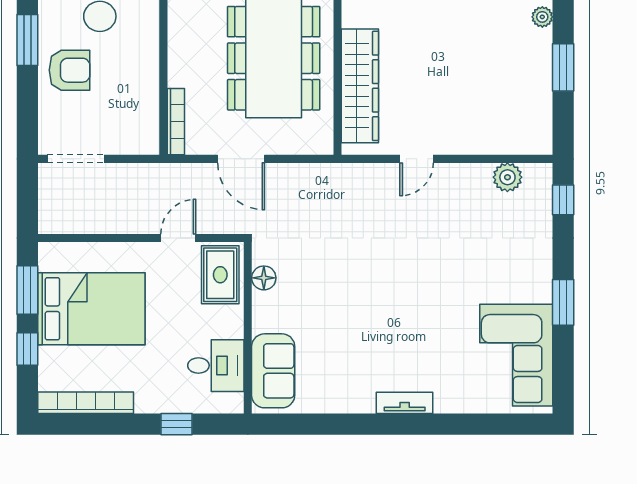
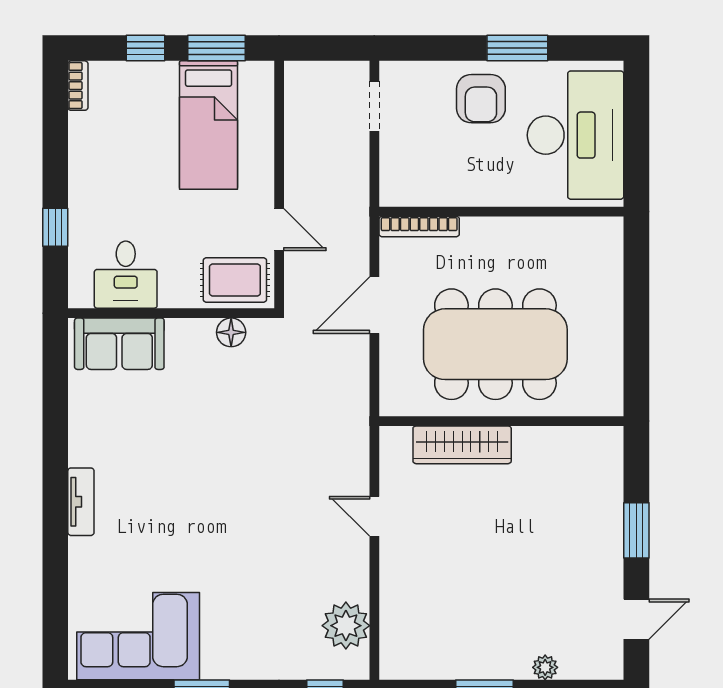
wardrobe: (360, 86) -> (462, 445), width x0.71, depth x0.85
doorway: (76, 159) -> (374, 106), width x0.73
plant: (507, 177) -> (346, 626), width x1.36, depth x1.36
bed: (91, 309) -> (209, 125), width x0.67
bookcase: (86, 403) -> (78, 86), width x0.43, depth x0.76

